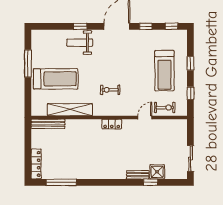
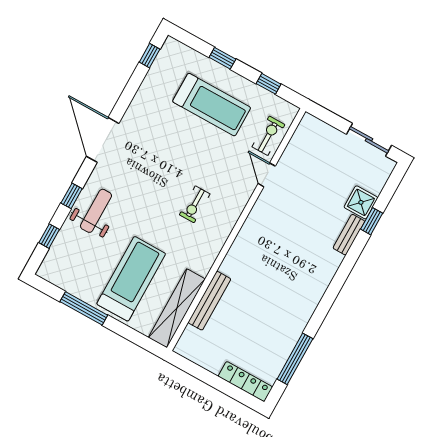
window: (146, 26) -> (49, 236), moved
weight bench: (80, 43) -> (96, 211), turned 180
shelving: (70, 110) -> (177, 308), moved
bench: (48, 124) -> (209, 301), moved
locker: (112, 124) -> (249, 231), removed

